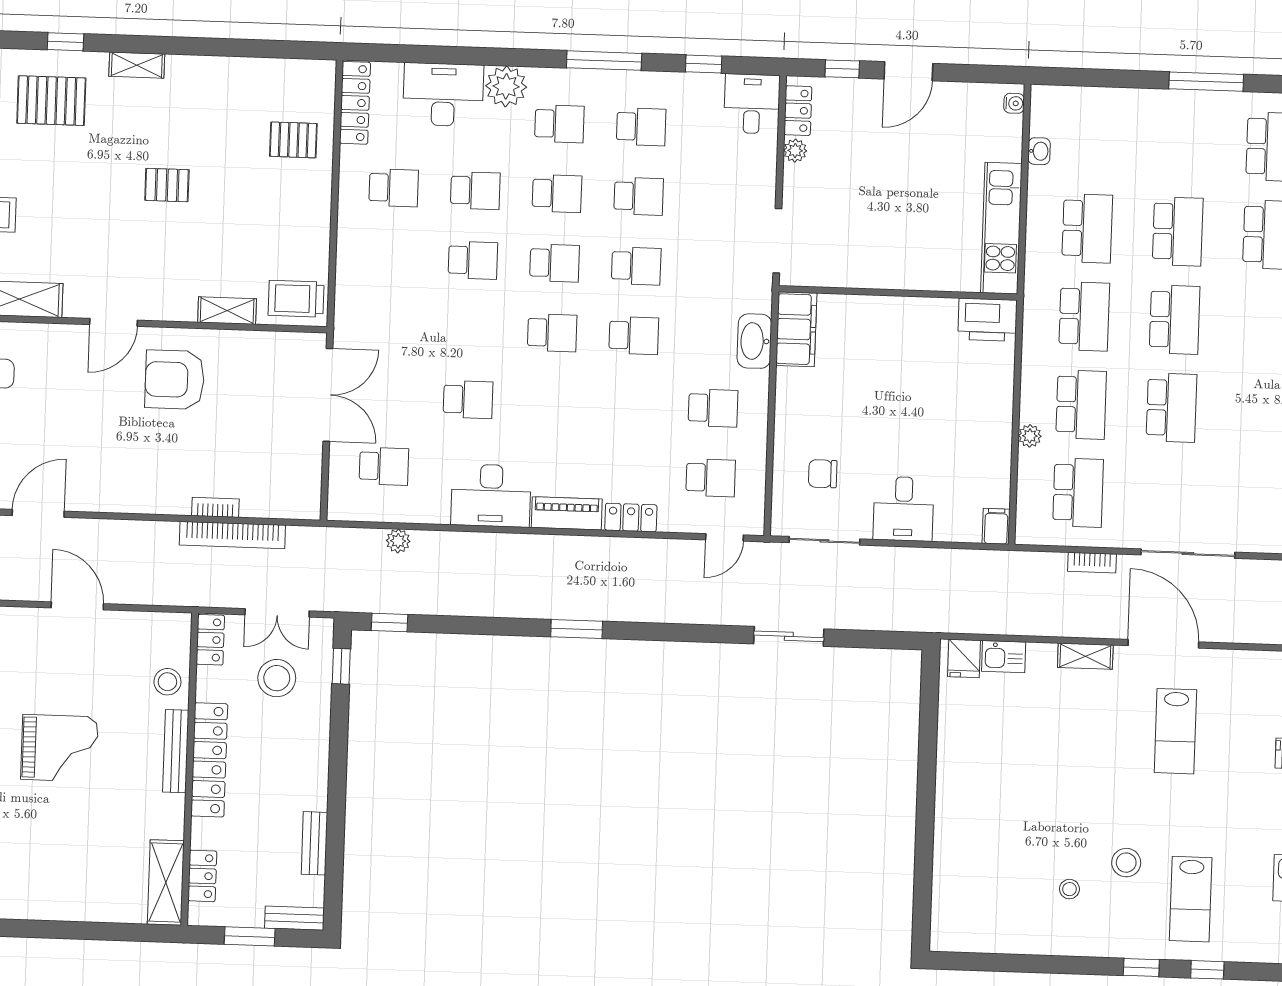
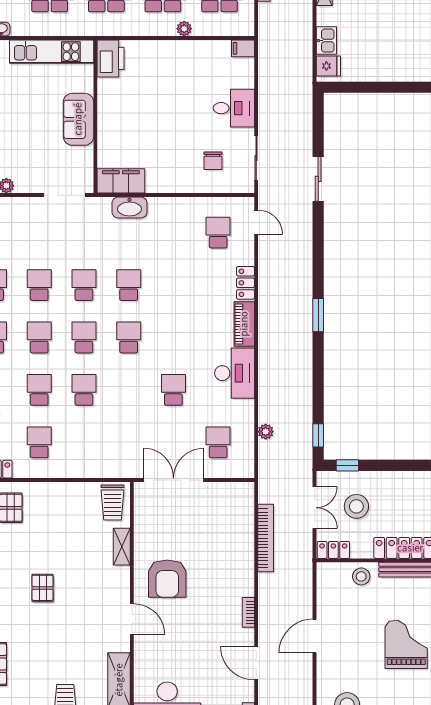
sofa: (894, 266) -> (78, 119), added
school desk: (713, 408) -> (173, 233), removed
bookcase: (215, 507) -> (248, 612), moved

